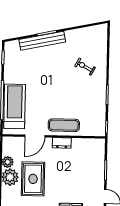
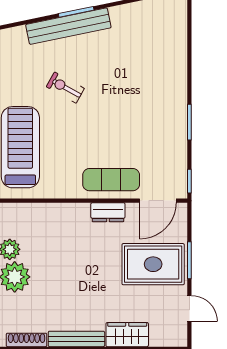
exercise bike: (85, 67) -> (65, 88), moved
door: (35, 136) -> (158, 201), moved
rug: (33, 179) -> (153, 264), moved, turned 90

